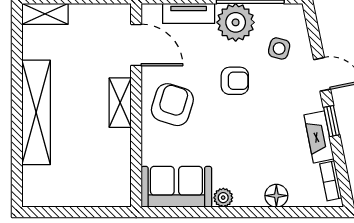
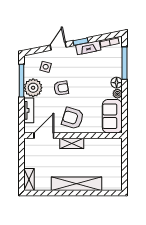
armchair: (235, 81) -> (61, 88), turned 81
floor lamp: (276, 196) -> (117, 83), moved
window: (287, 212) -> (124, 63), added

